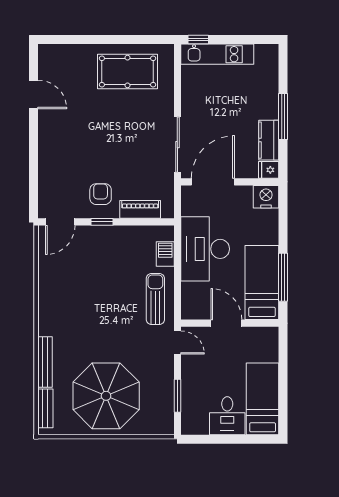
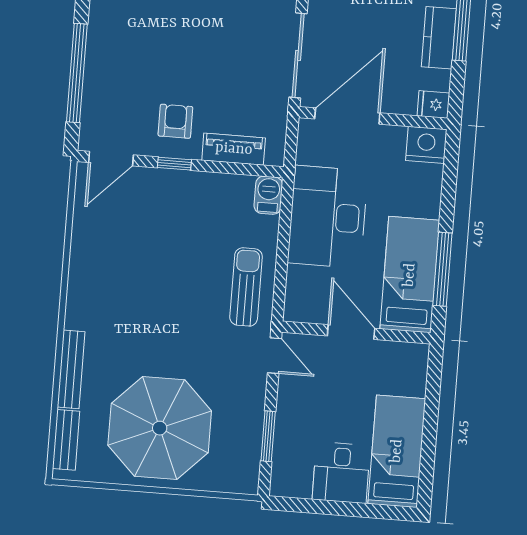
kitchen counter: (269, 140) -> (439, 38), moved
window: (34, 168) -> (77, 73), added
barbecue: (165, 254) -> (268, 195), moved

